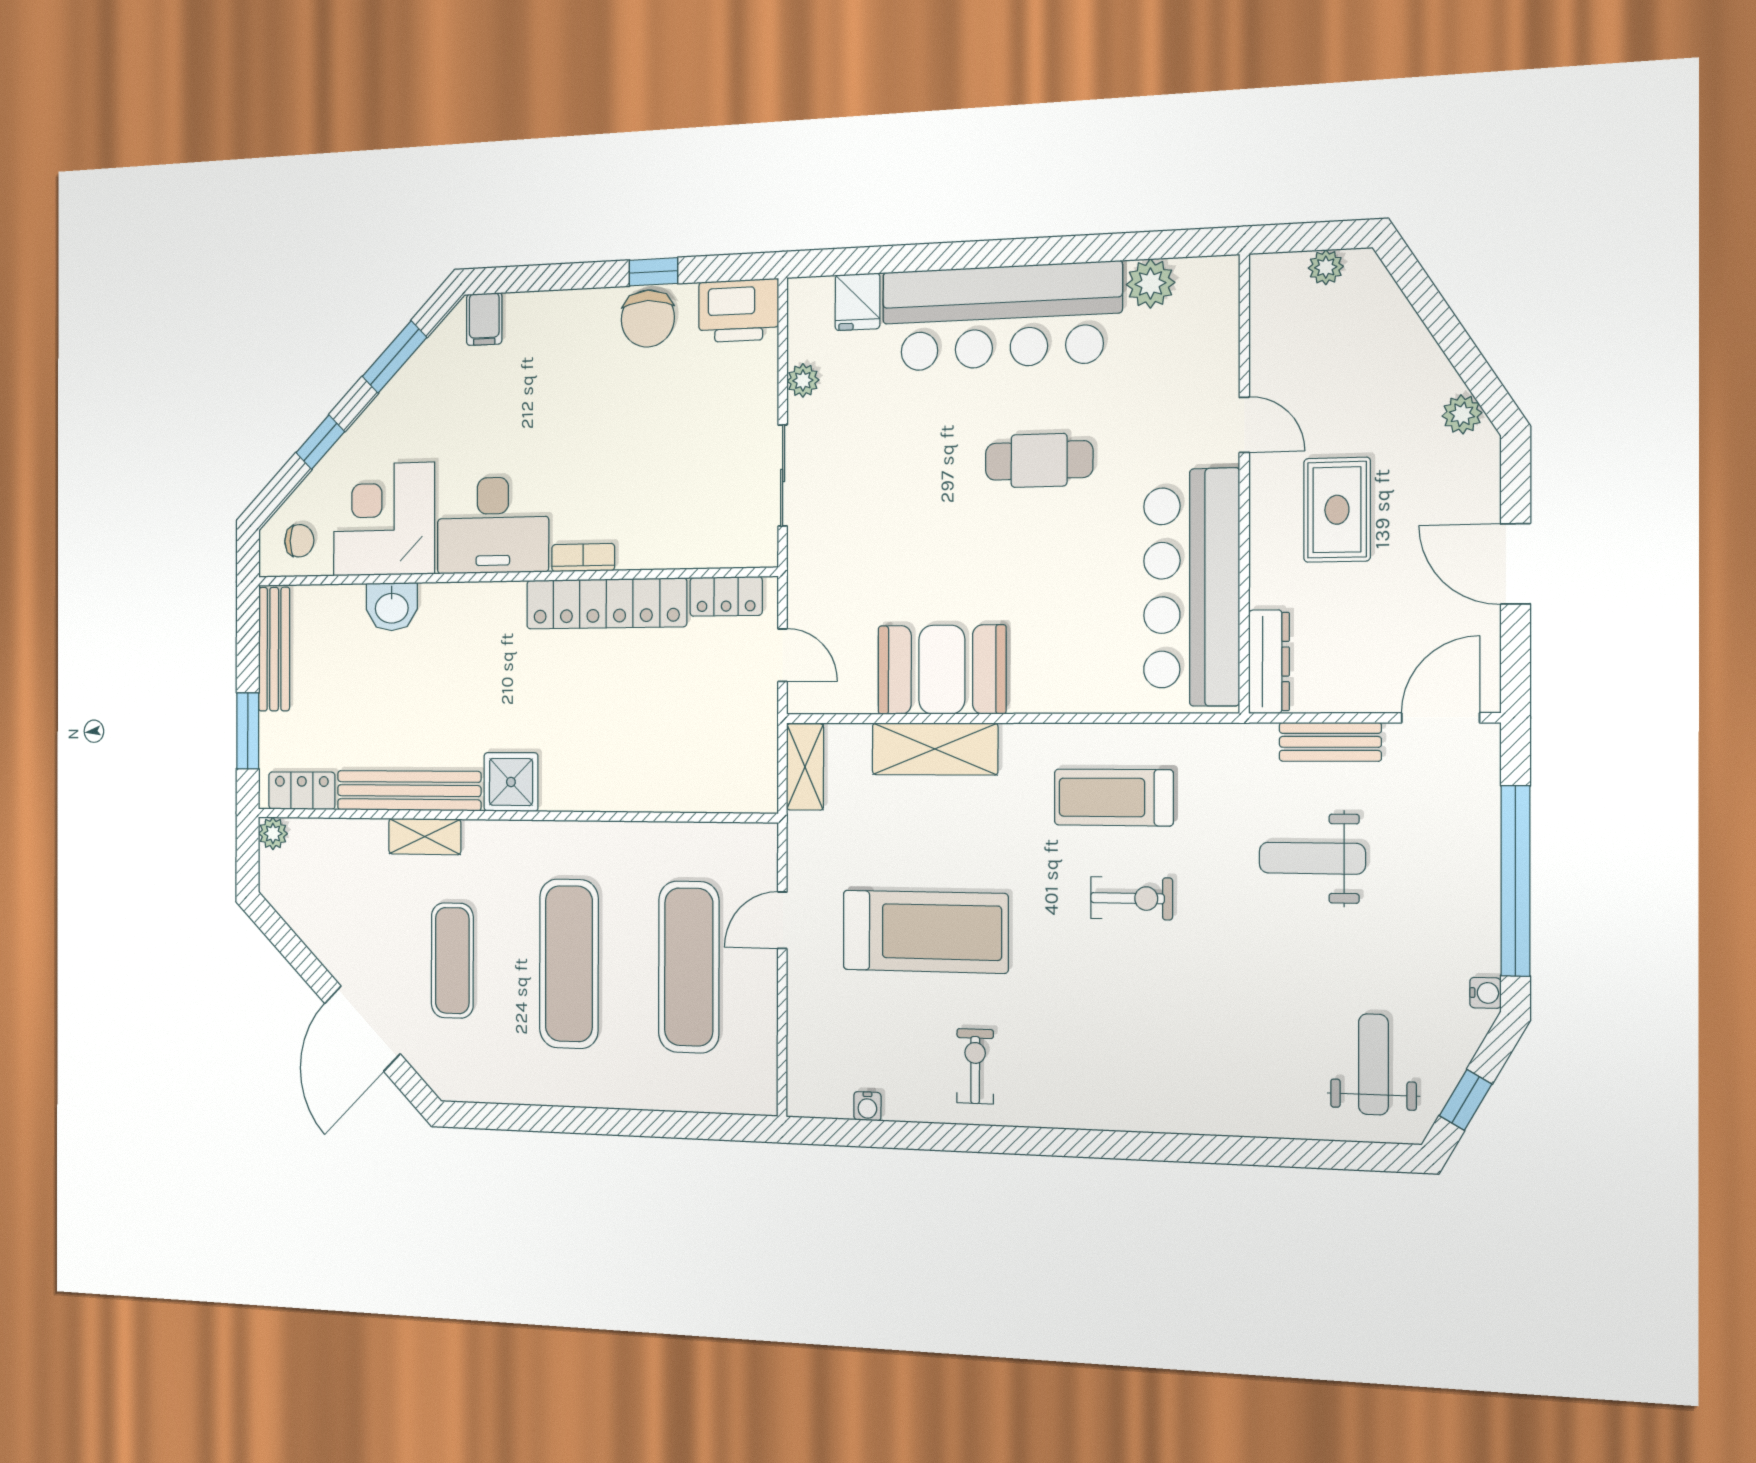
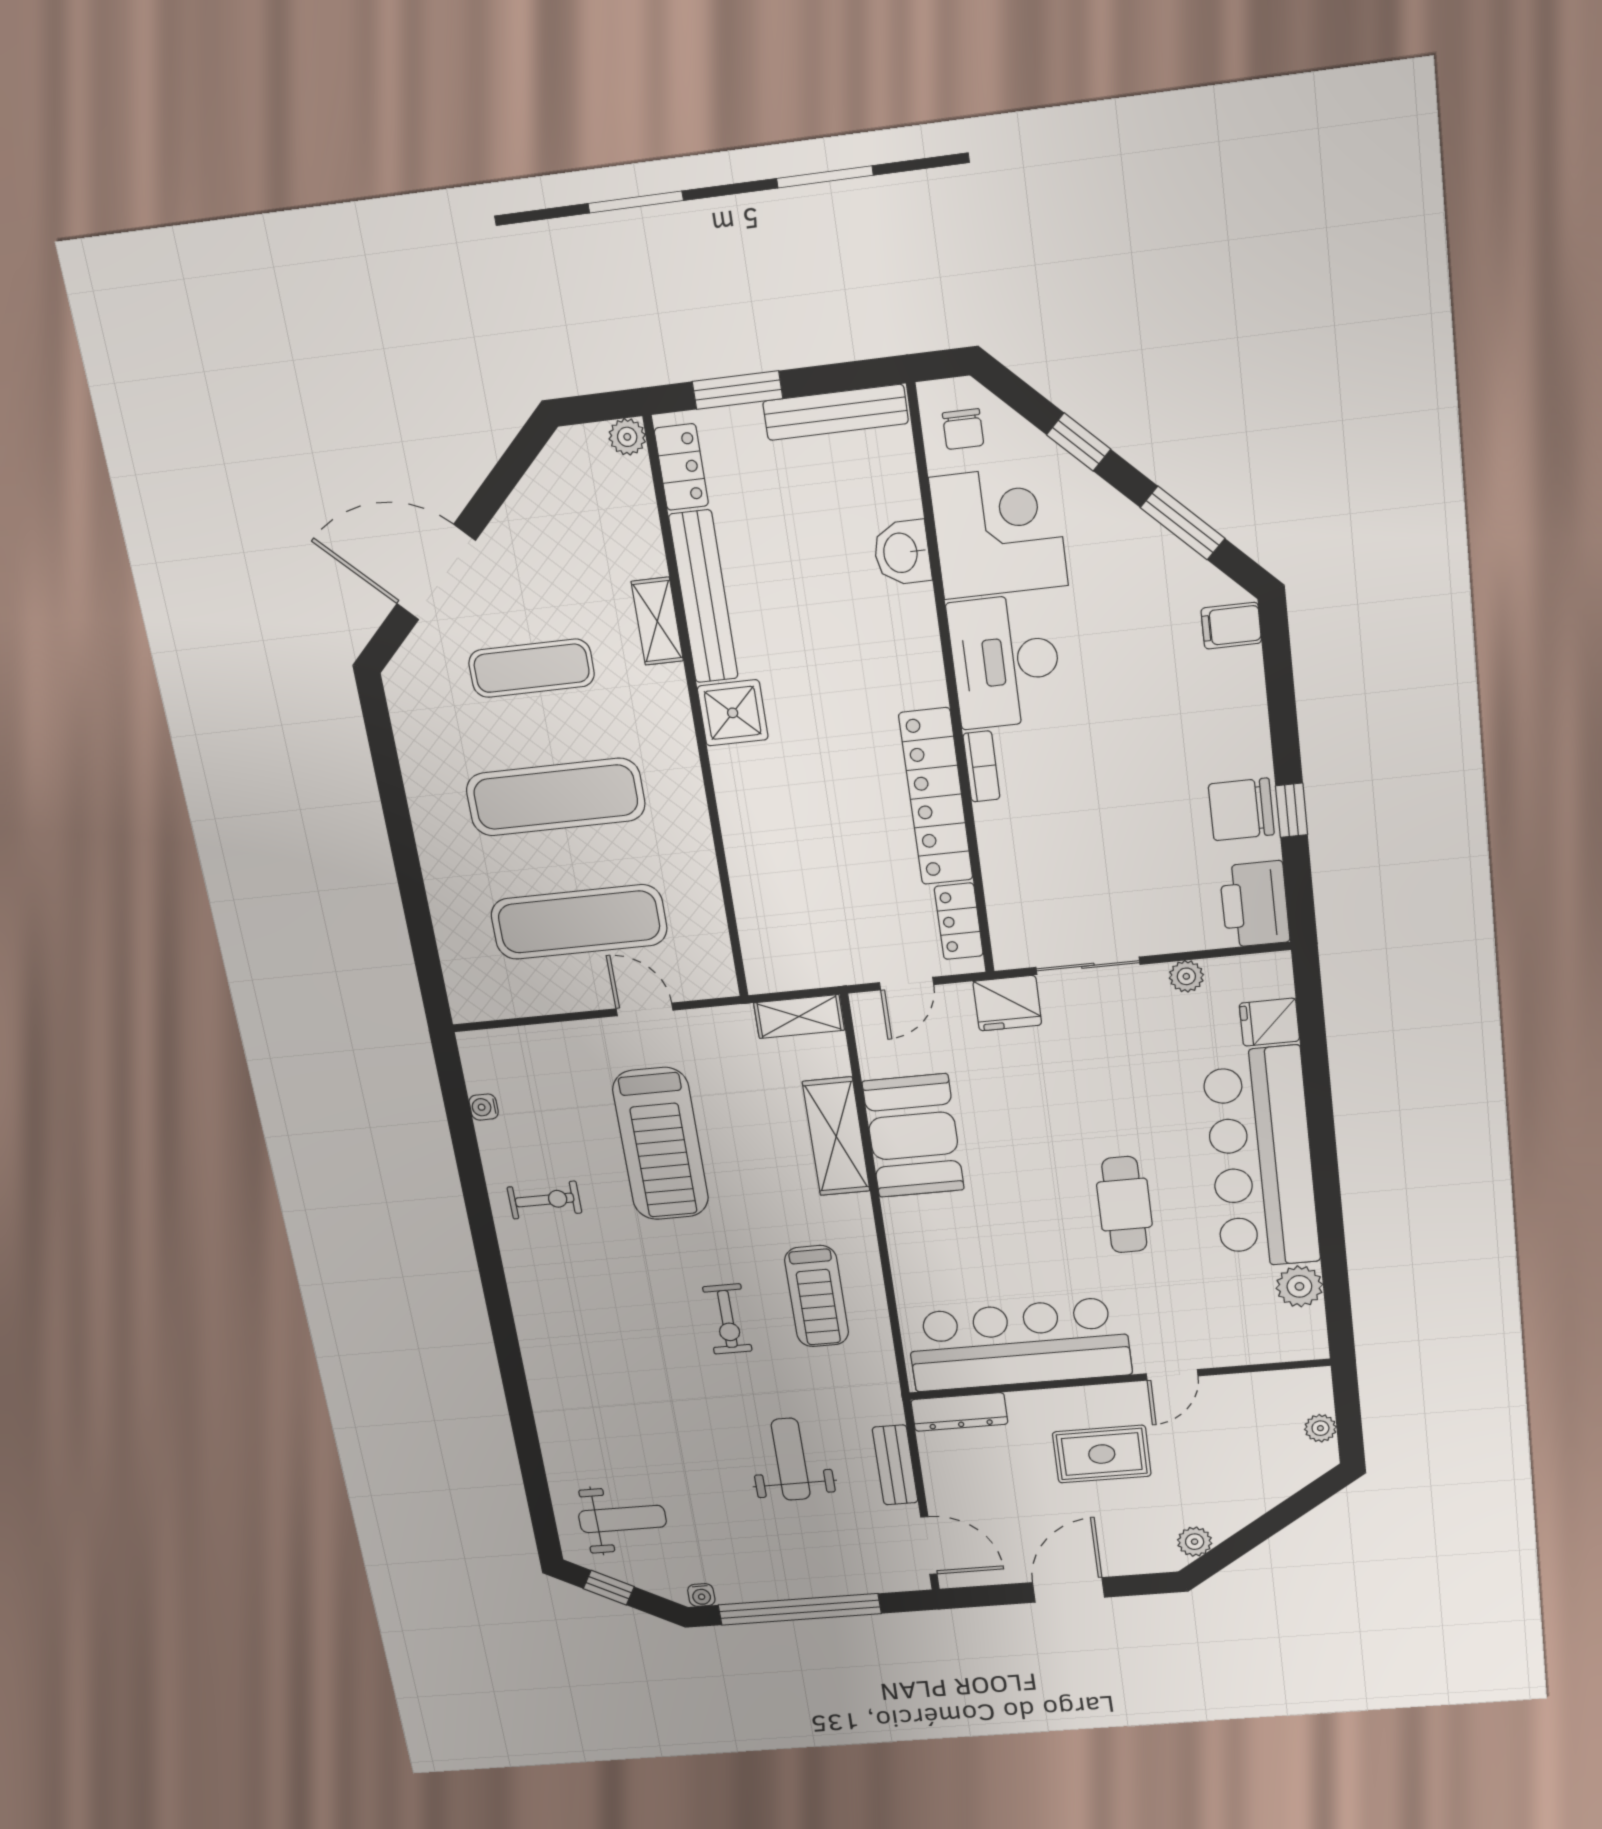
fridge: (812, 558) -> (1007, 1003), added
treadmill: (1114, 797) -> (817, 1296), turned 180

